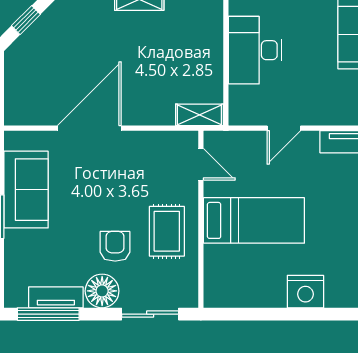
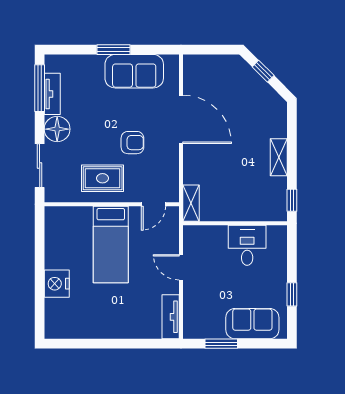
desk: (255, 50) -> (247, 245), width x0.73
armchair: (115, 246) -> (132, 143), moved

